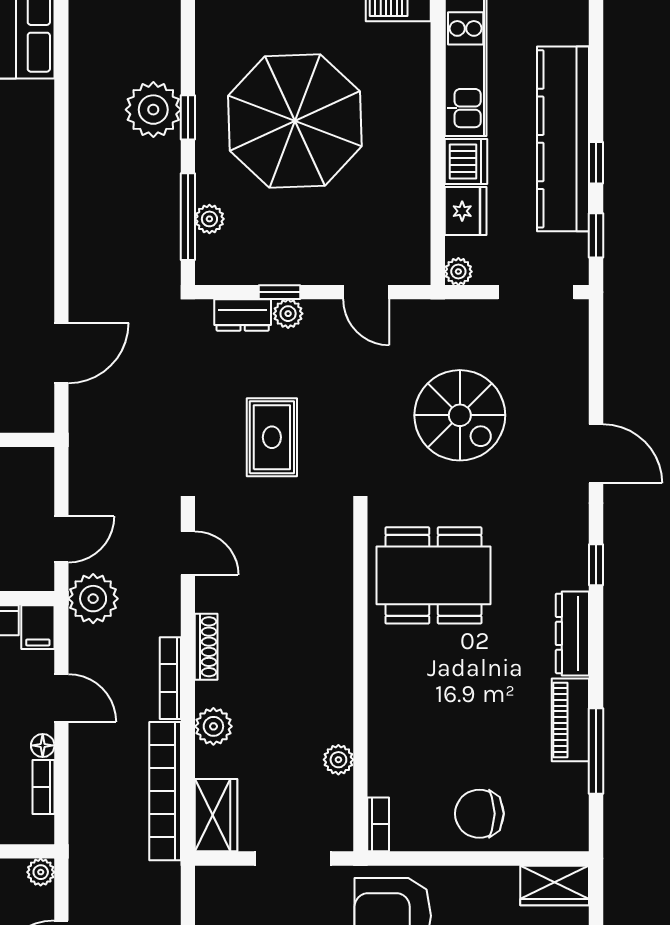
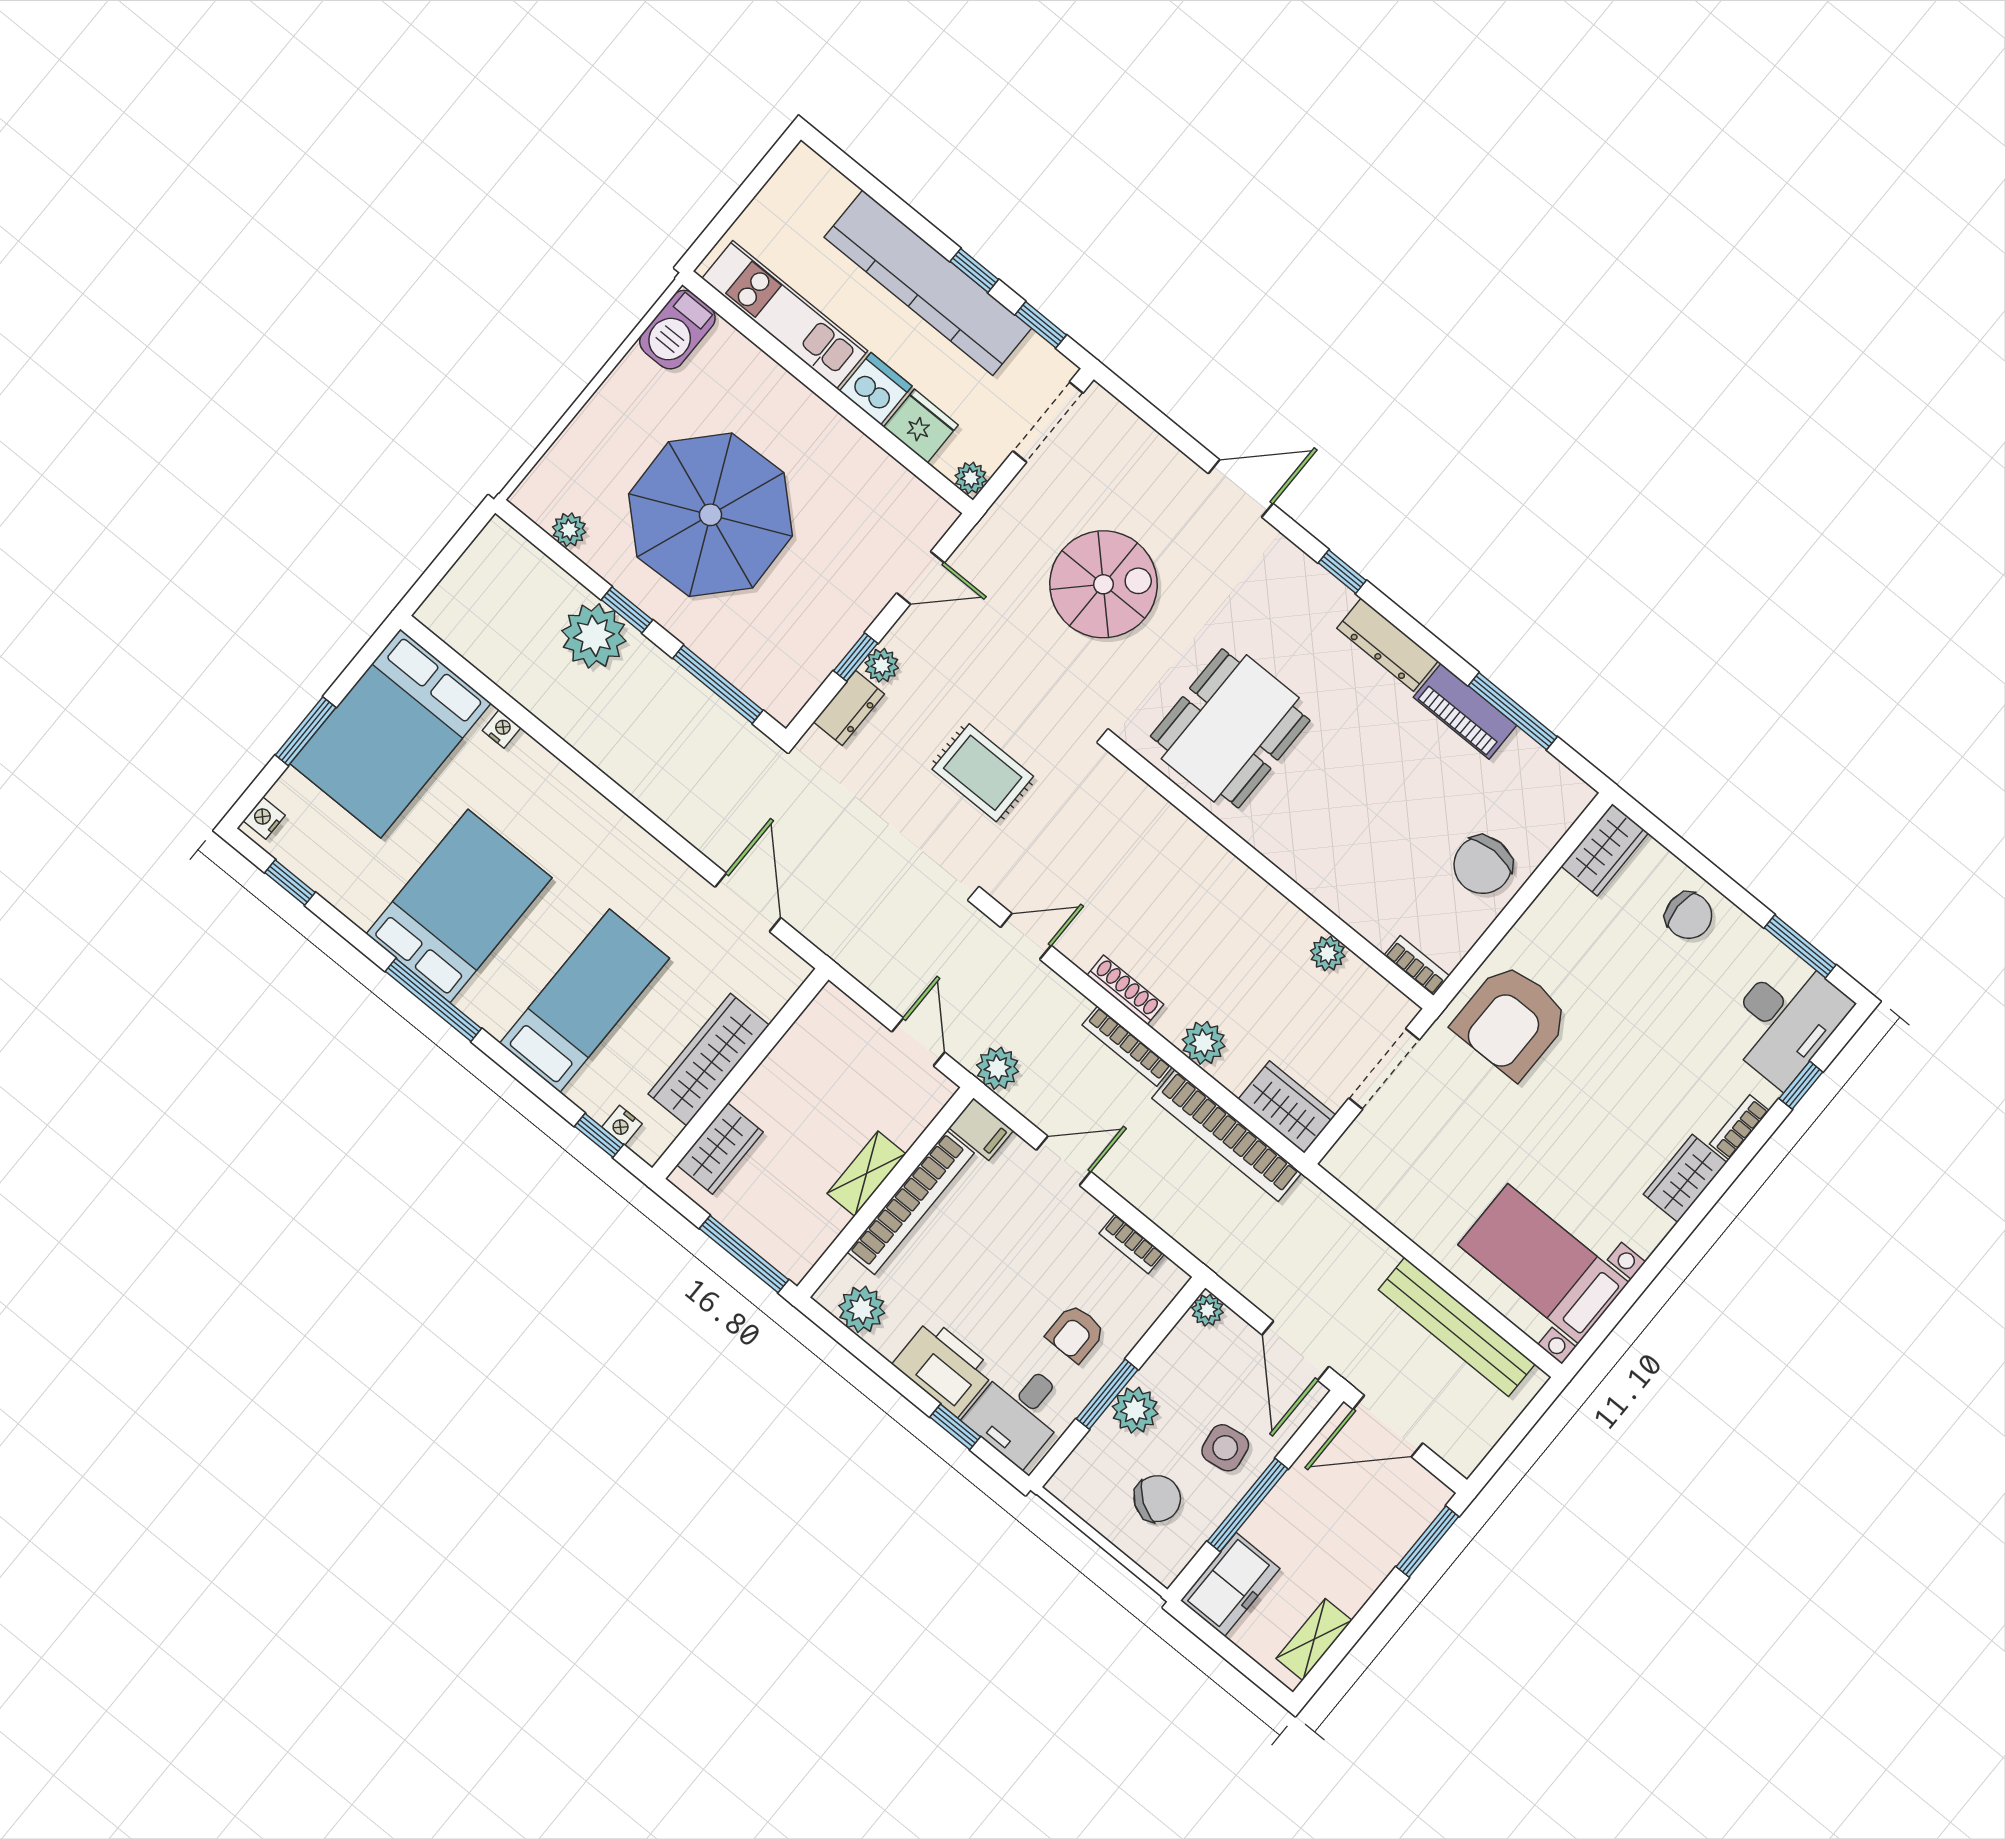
nightstand: (43, 99) -> (502, 729), added
plant: (209, 219) -> (569, 530), moved
plant: (93, 599) -> (998, 1068), width x0.73, depth x0.73
floor lamp: (43, 745) -> (1093, 1214), removed

